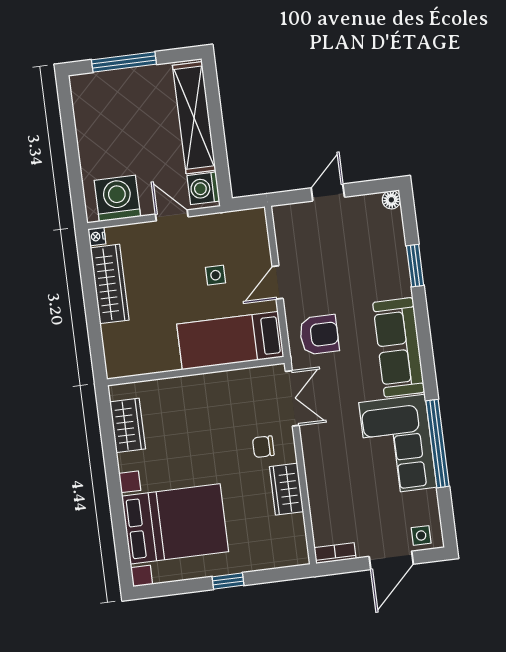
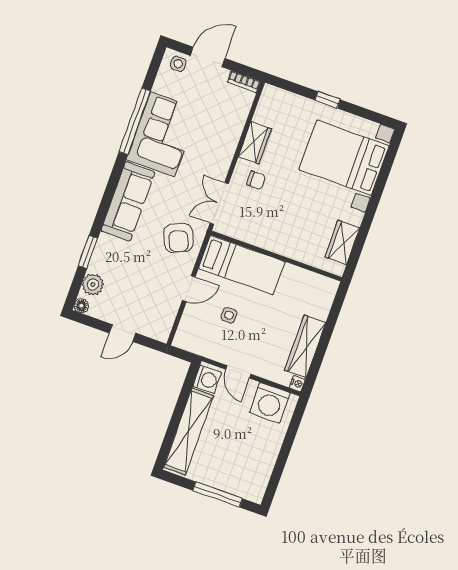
plant: (390, 231) -> (93, 284), added
armchair: (319, 335) -> (178, 238), turned -114

